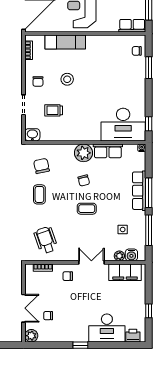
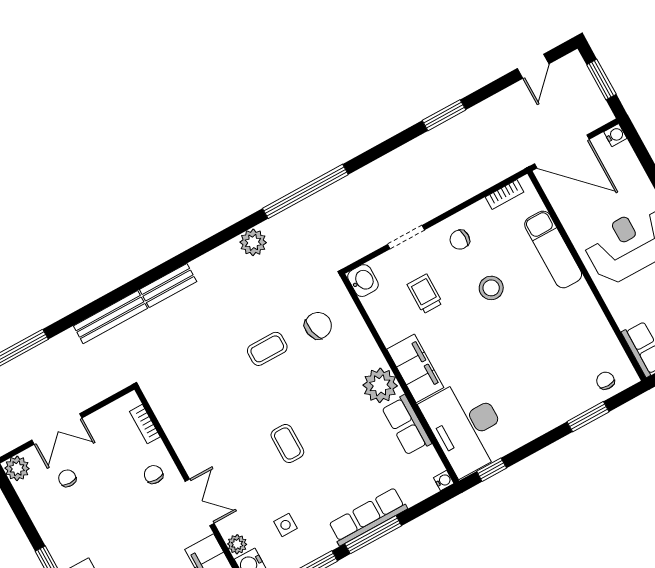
filing cabinet: (85, 133) -> (415, 368), added
chair: (84, 180) -> (333, 412), removed
wheelchair: (46, 240) -> (195, 403), removed

